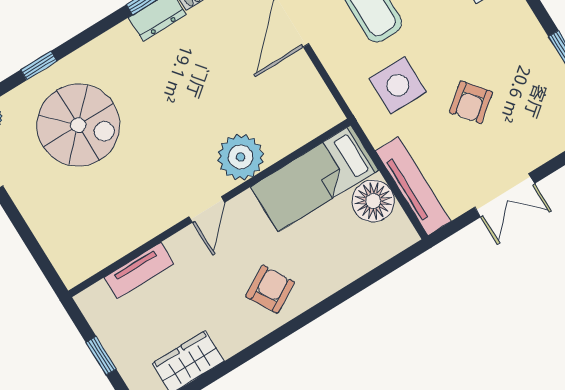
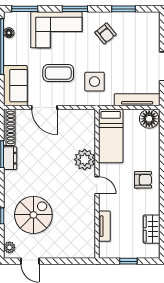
armchair: (471, 102) -> (105, 33), moved
floor lamp: (373, 201) -> (149, 119), moved
armchair: (270, 289) -> (143, 180), turned 120

